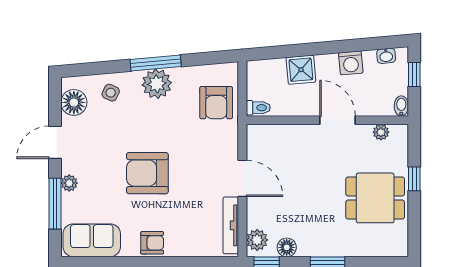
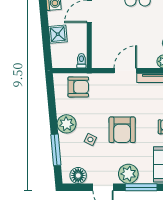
window: (156, 63) -> (56, 150), moved
side table: (111, 93) -> (90, 140), moved
plant: (69, 183) -> (128, 174), width x1.87, depth x1.87

